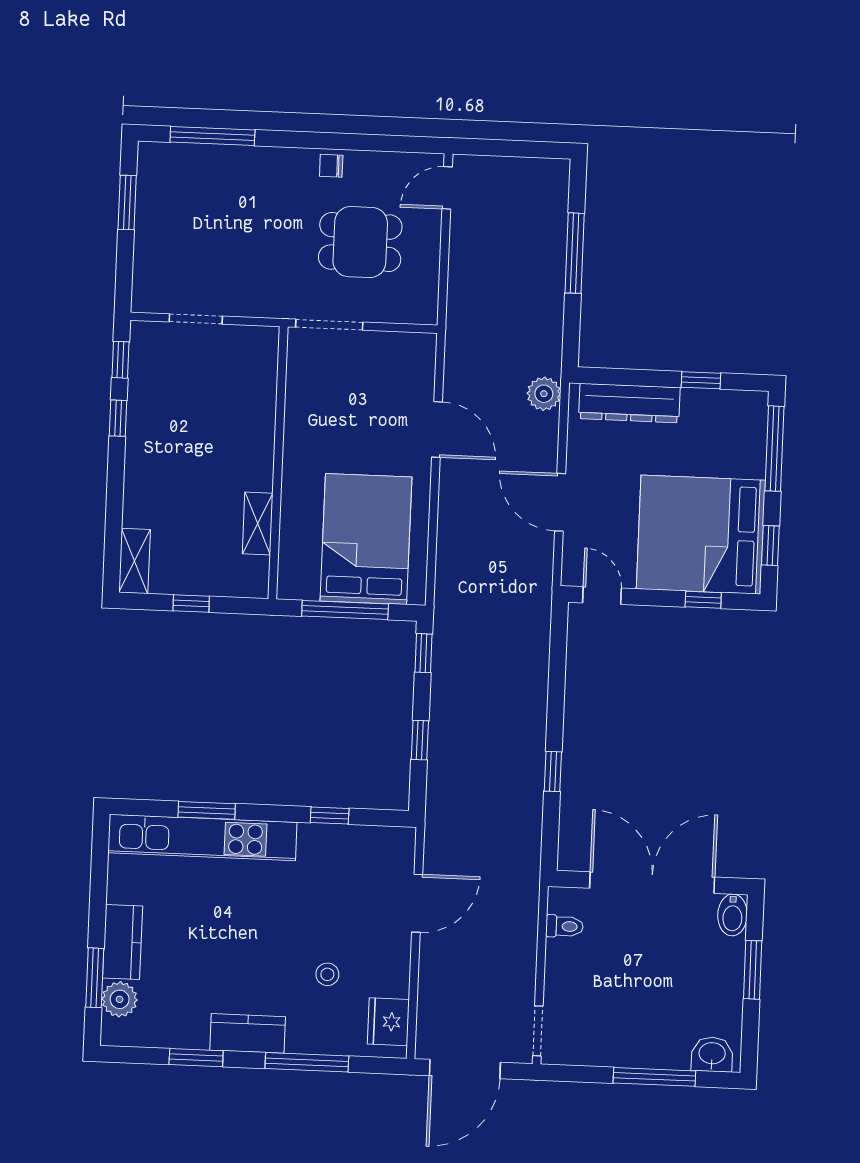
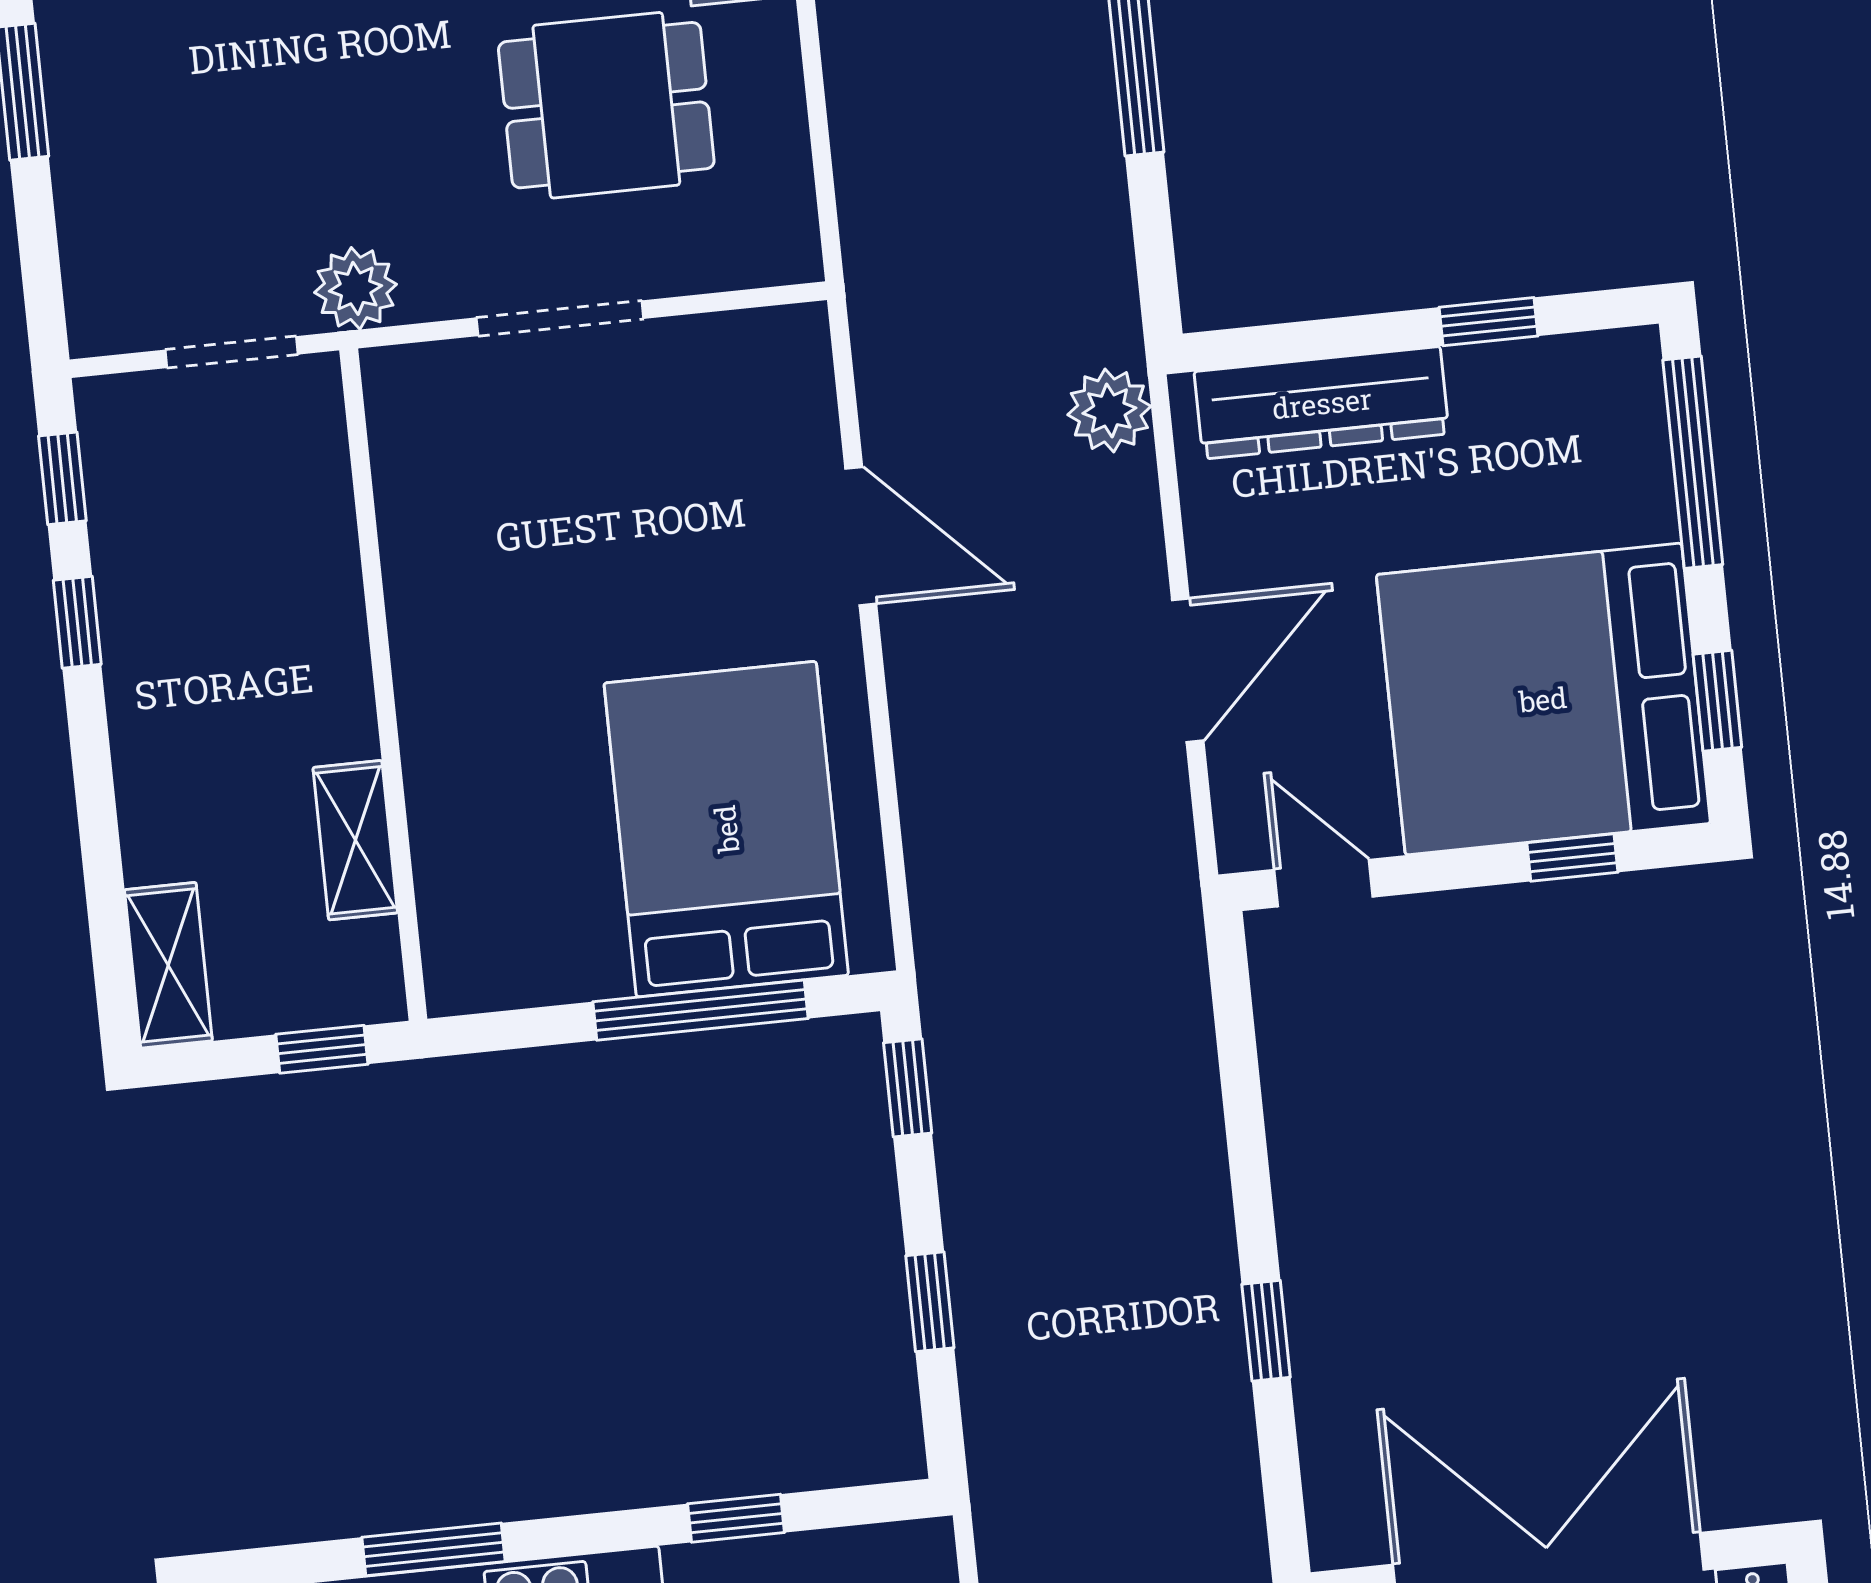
plant: (249, 301) -> (356, 288), added
wall: (278, 463) -> (383, 685), moved
door: (560, 502) -> (1188, 670), swing flipped
shelving: (258, 523) -> (355, 840), moved

